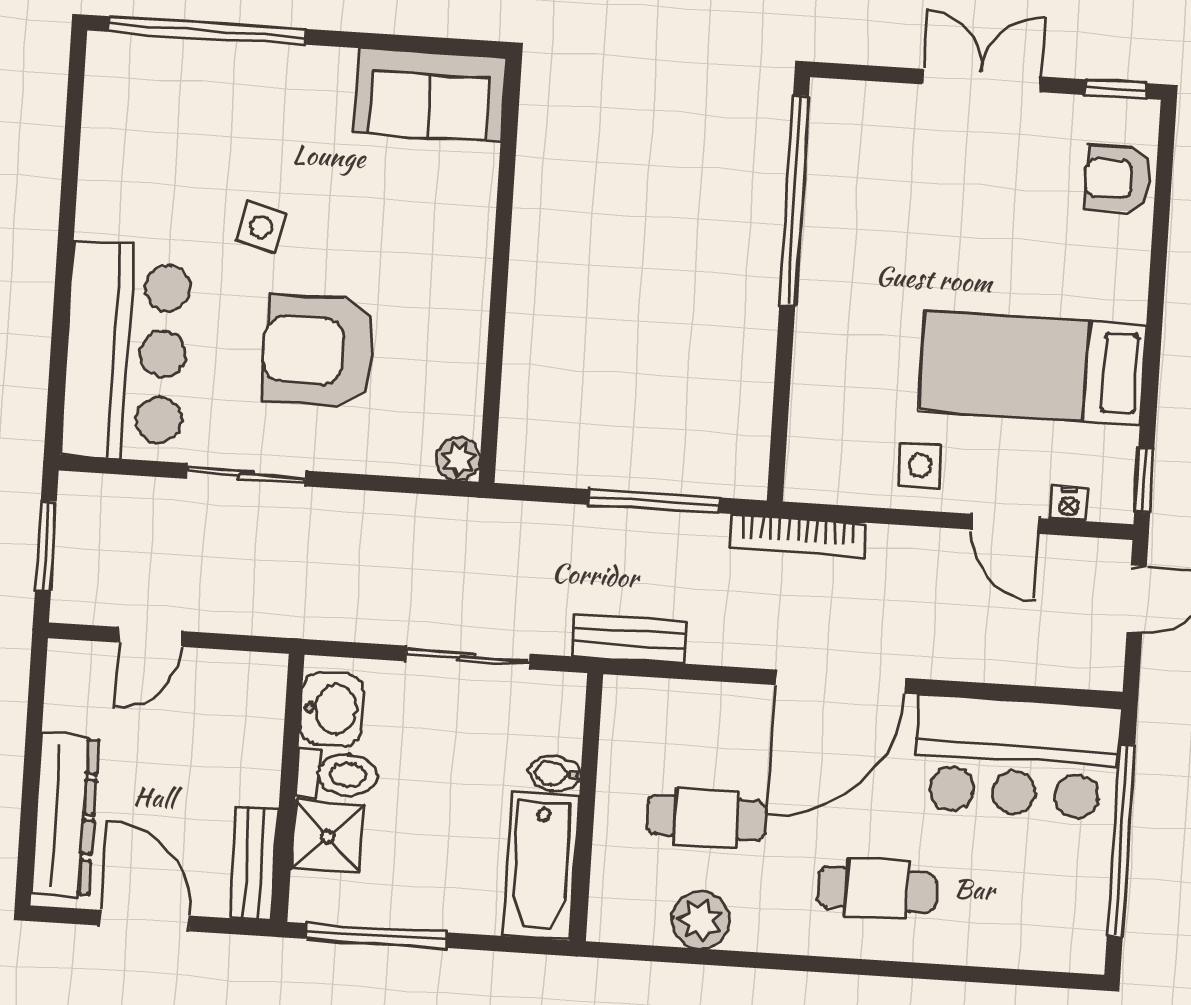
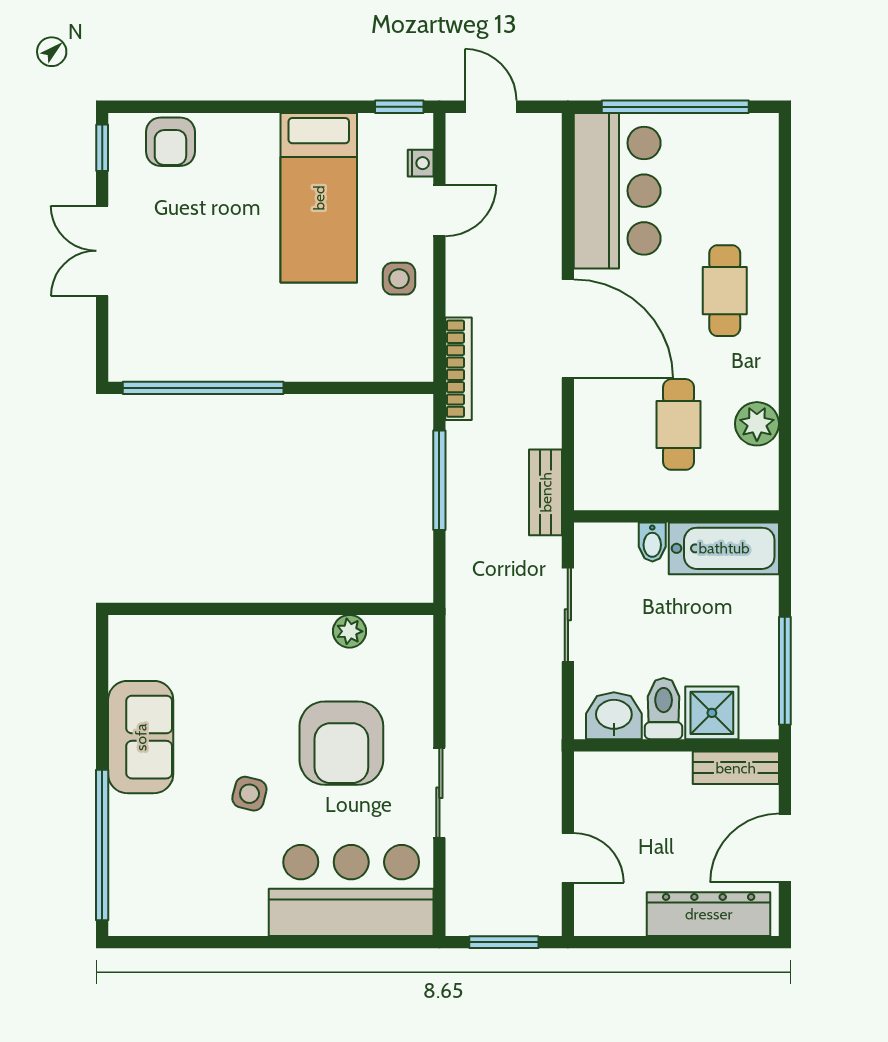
sofa: (430, 95) -> (141, 737), moved
plant: (459, 459) -> (350, 631), moved

